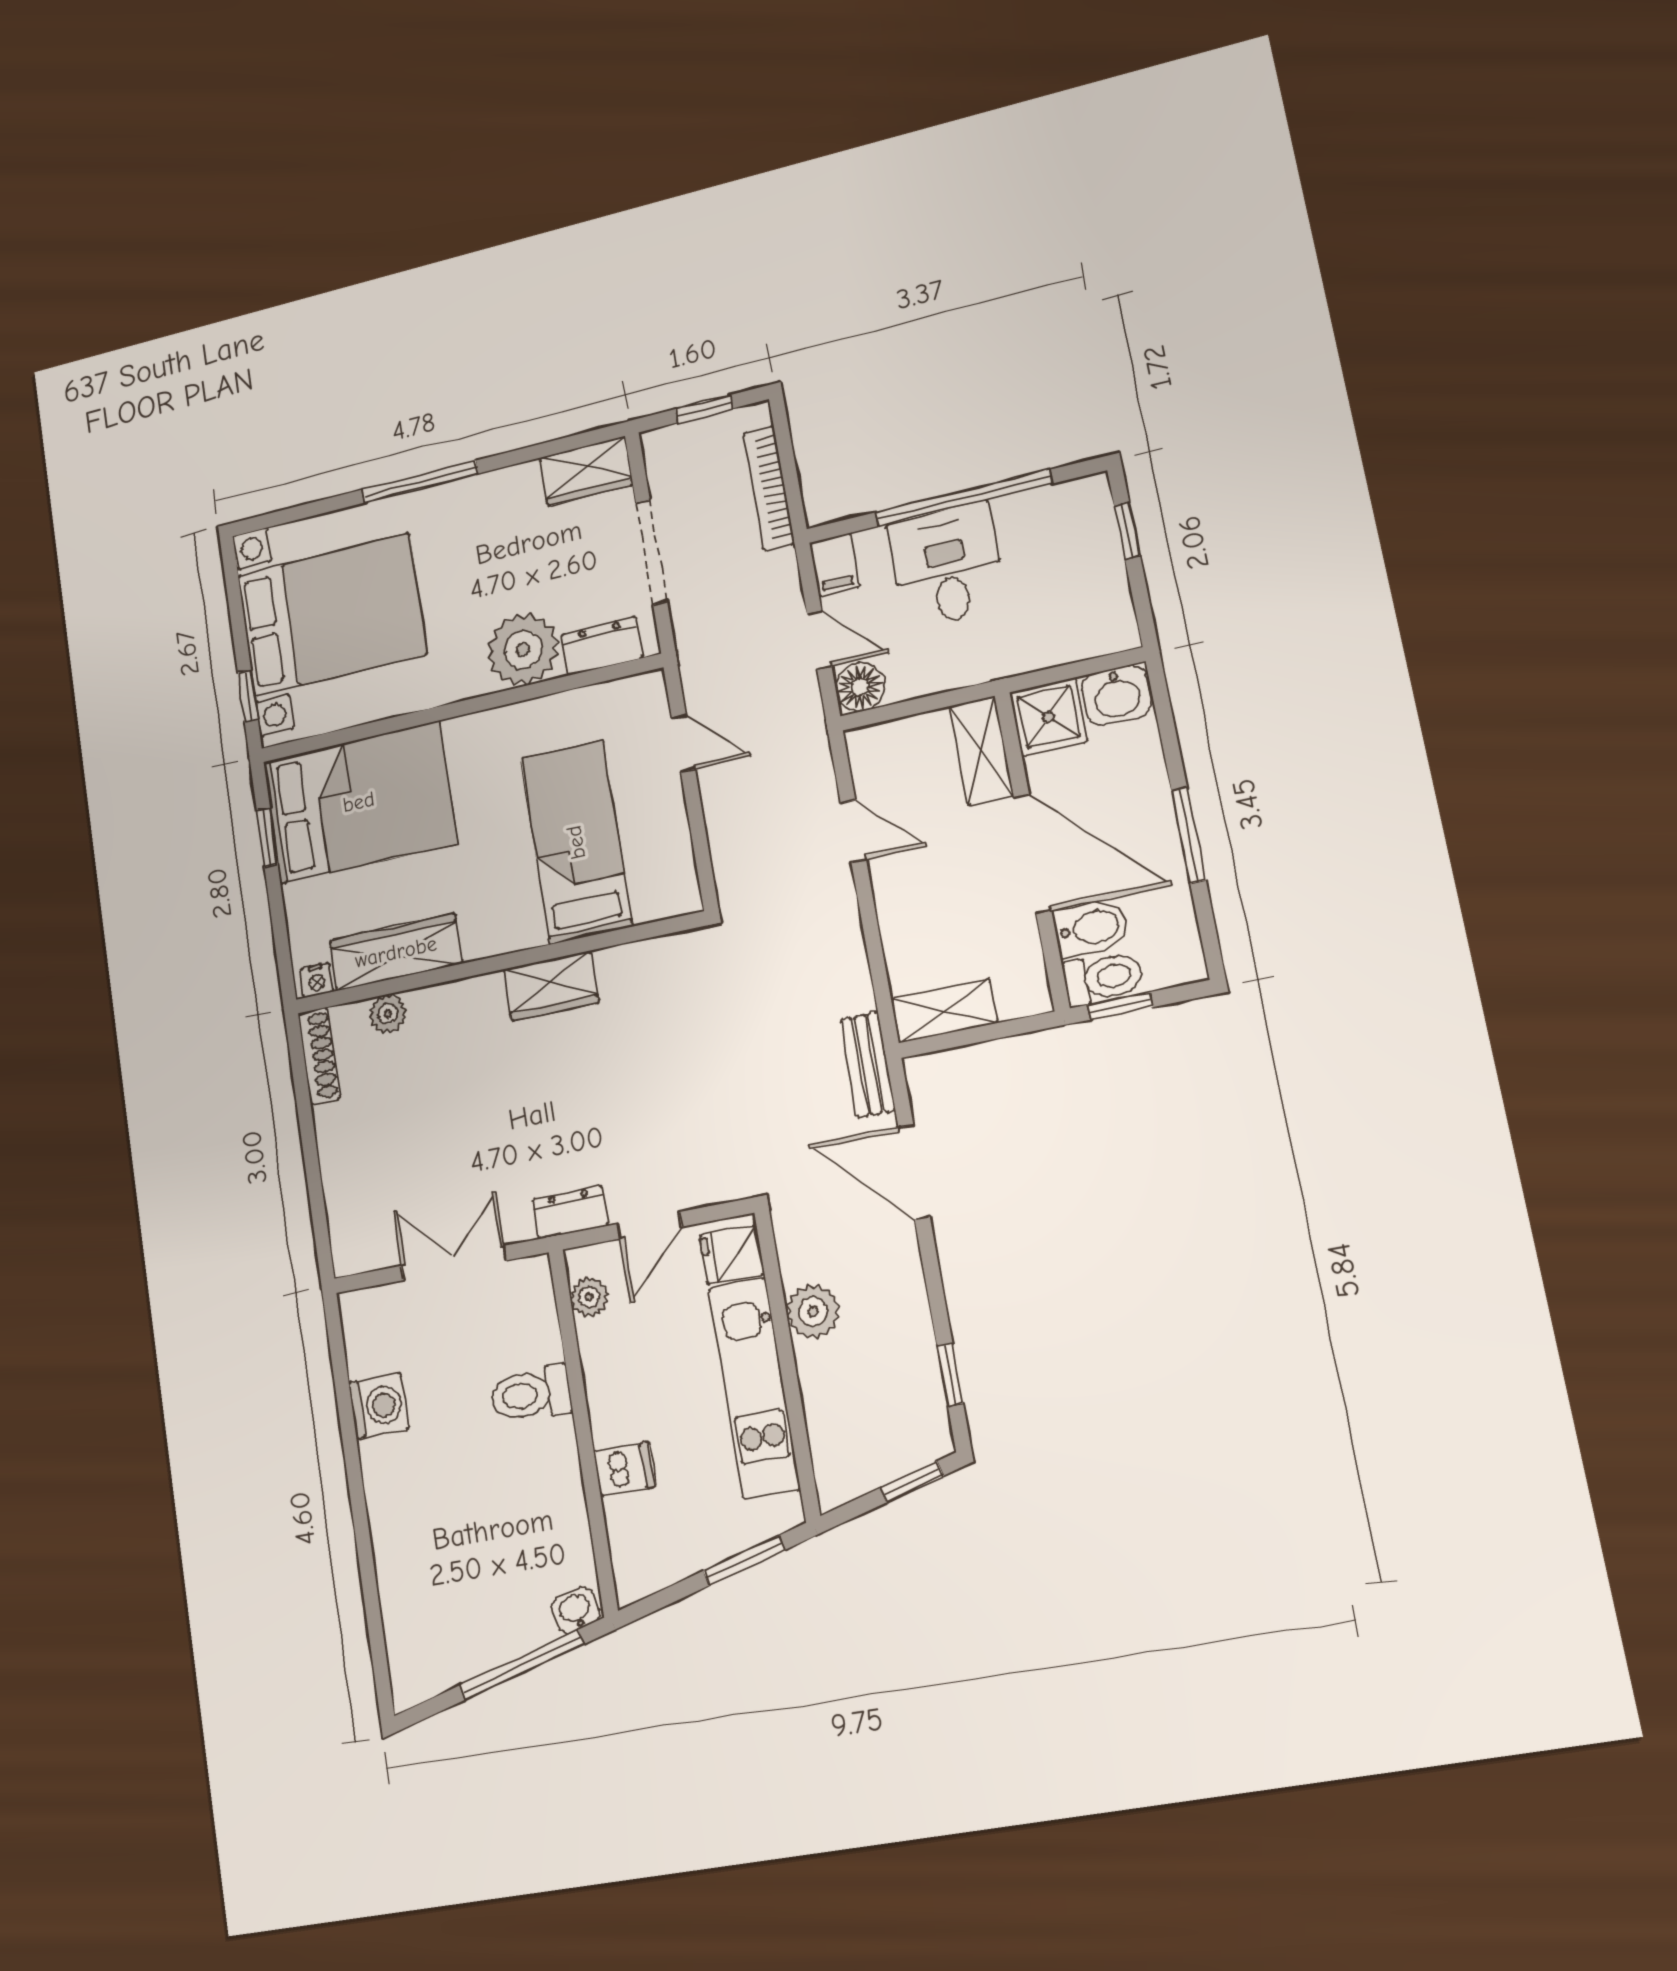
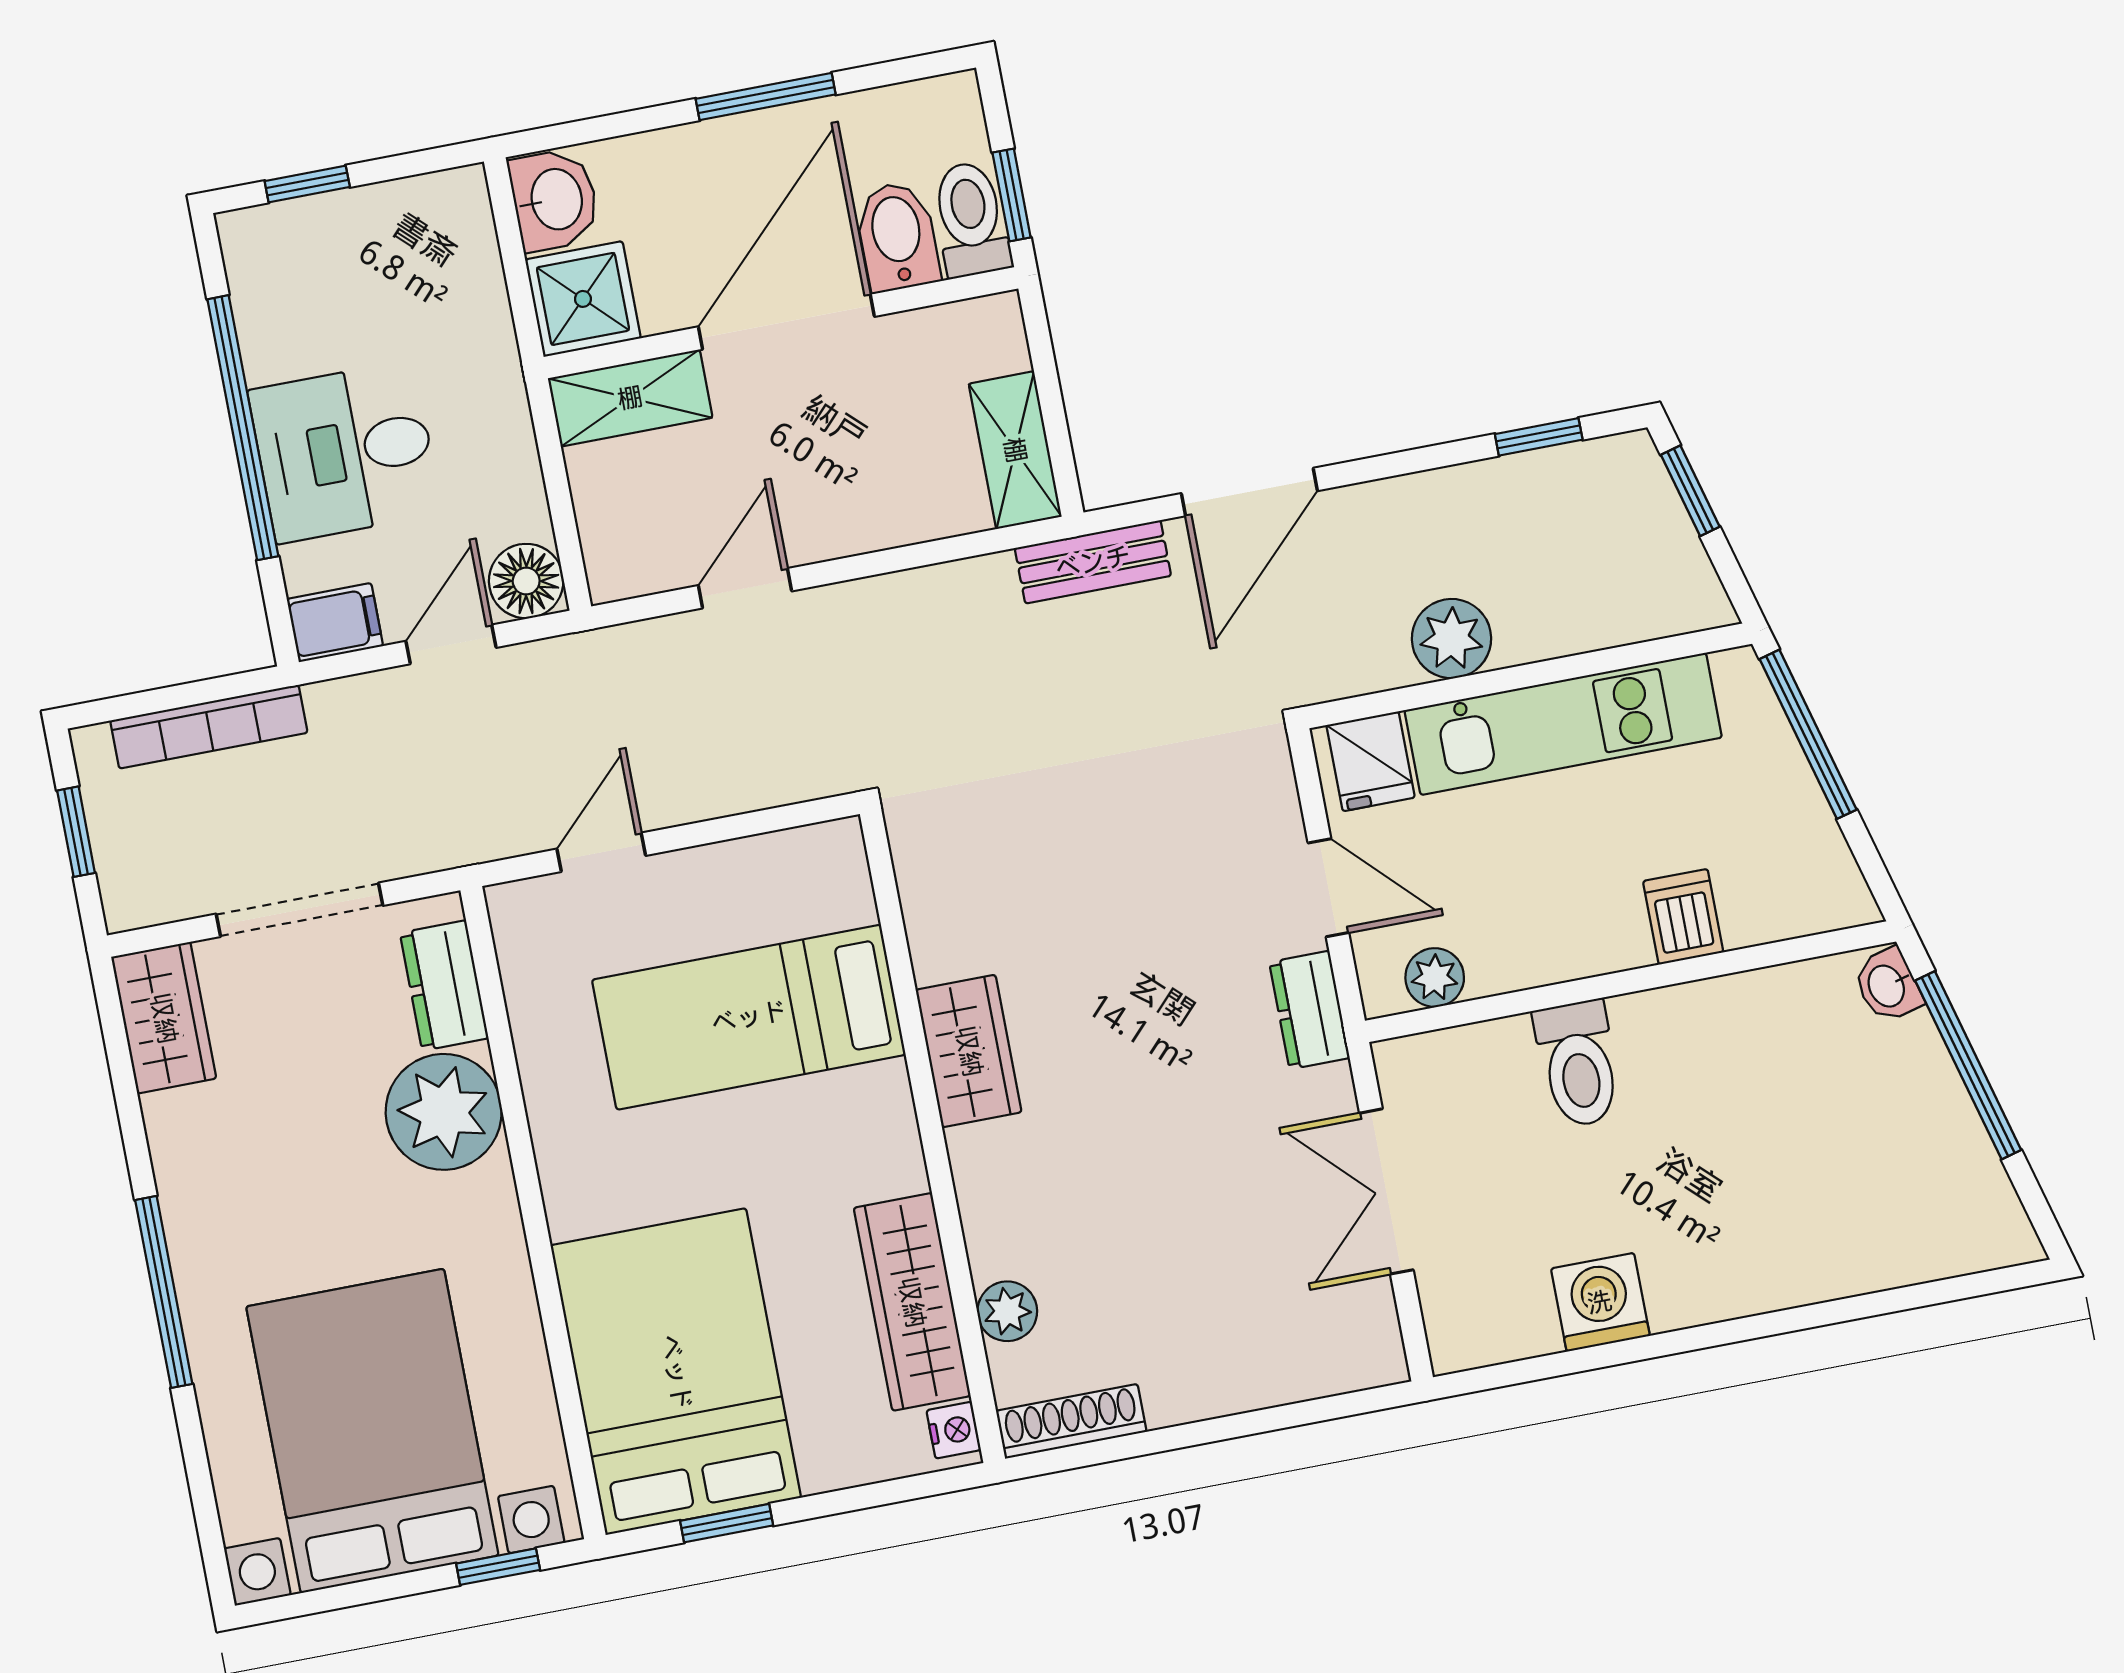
window: (744, 1560) -> (1808, 734), width x1.44

